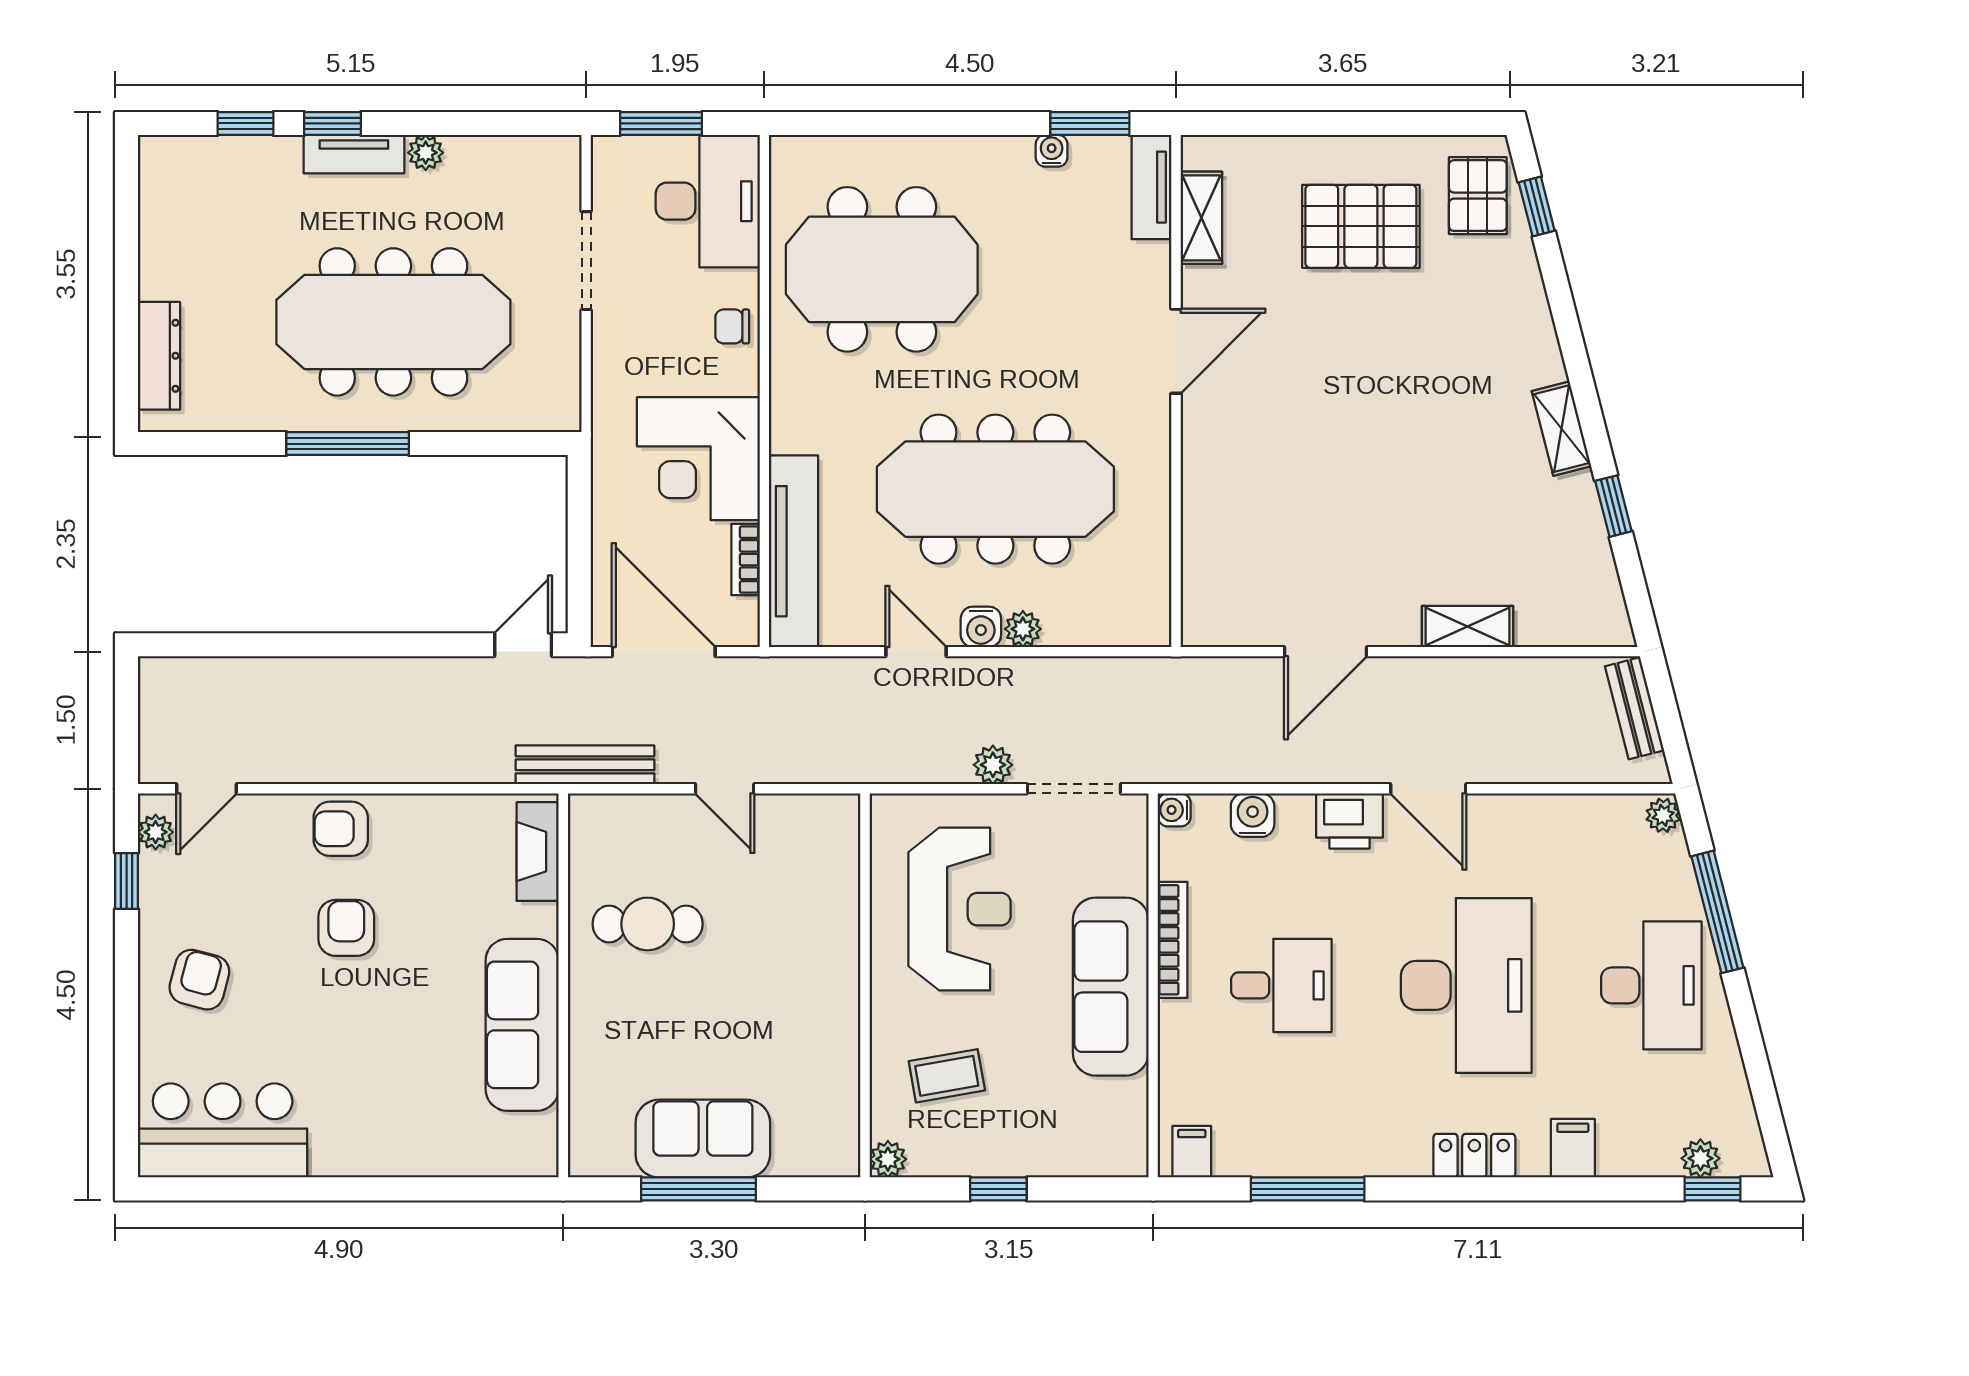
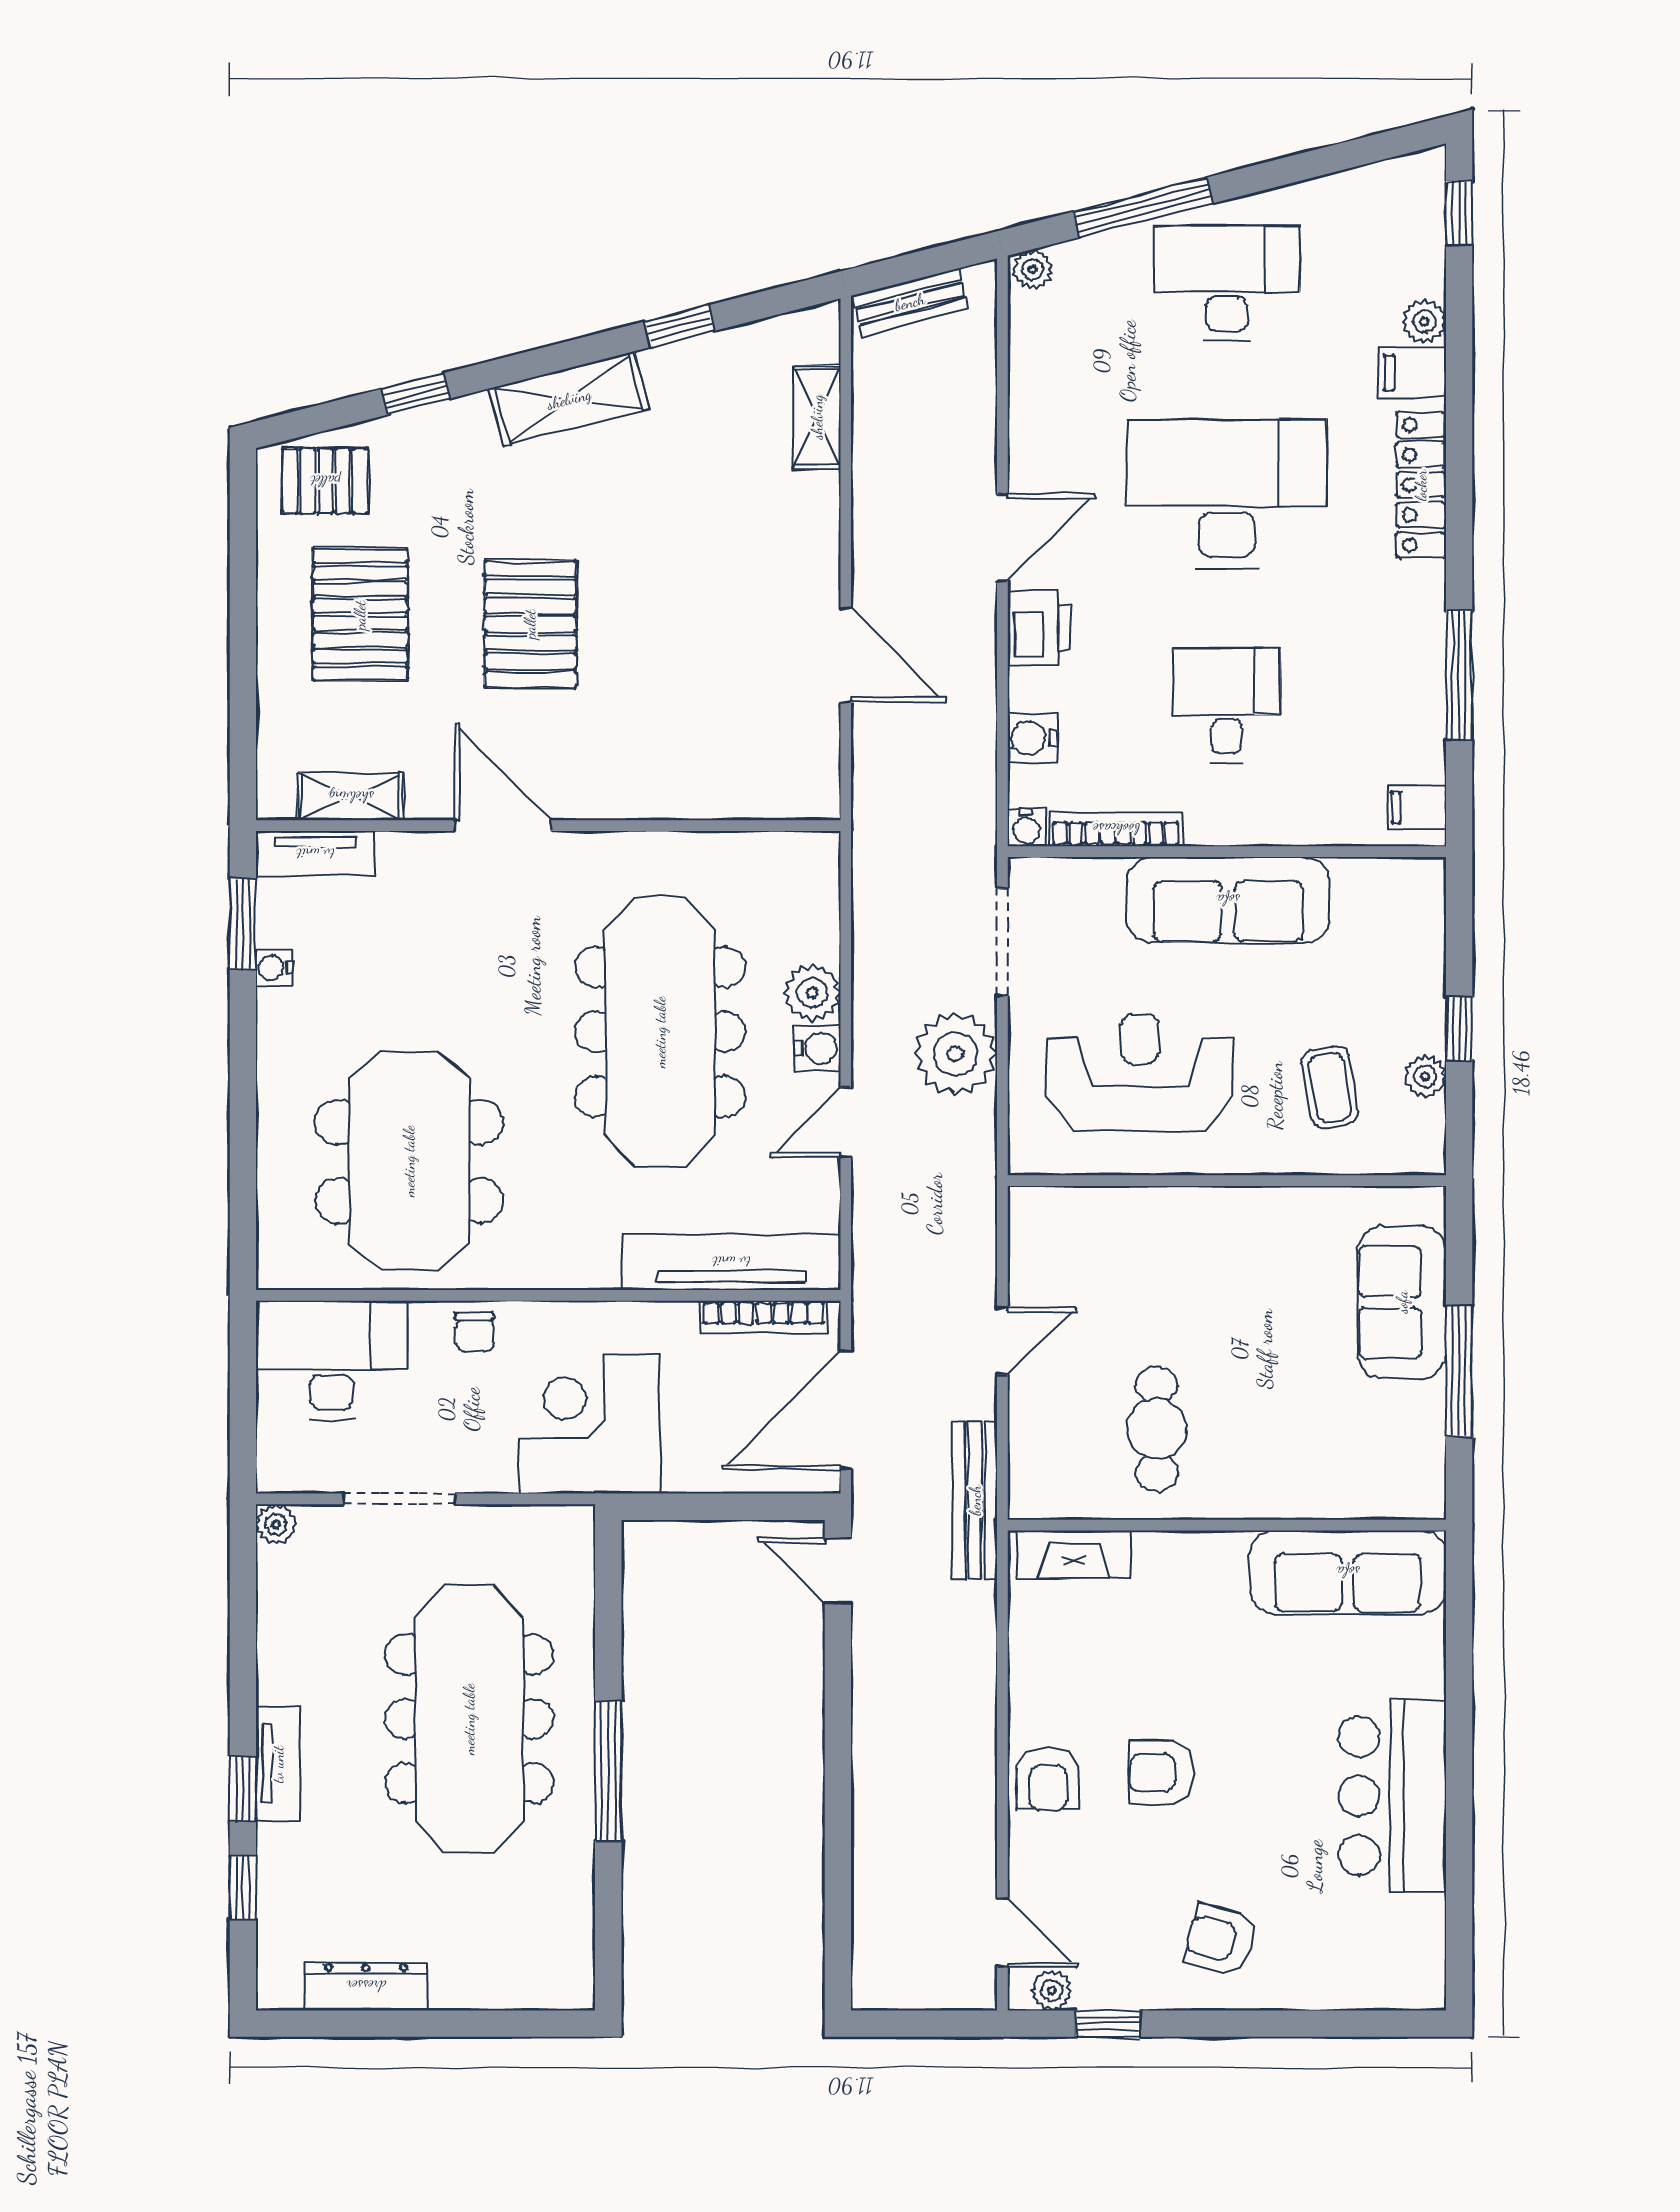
window: (661, 123) -> (243, 1413), removed
plant: (426, 153) -> (276, 1524), moved
window: (1537, 207) -> (416, 394), moved
dresser: (159, 356) -> (366, 1986), moved
pallet: (1352, 375) -> (530, 624), added
shelving: (1562, 429) -> (569, 399), width x1.50, depth x1.33
corner desk: (698, 459) -> (590, 1424), moved, turned 180
bookcase: (746, 560) -> (764, 1317), width x1.56
shelving: (1468, 627) -> (817, 417), moved
plant: (1023, 629) -> (812, 993), width x1.38, depth x1.38
plant: (993, 765) -> (956, 1054), width x1.87, depth x1.87
bookcase: (1173, 940) -> (1116, 829), moved
sofa: (522, 1025) -> (1348, 1572), moved
bar counter: (223, 1130) -> (1392, 1796), moved
sofa: (703, 1139) -> (1402, 1302), moved
locker: (1474, 1156) -> (1421, 485), width x1.53
plant: (1700, 1158) -> (1424, 321), moved
plant: (888, 1159) -> (1425, 1077), moved

